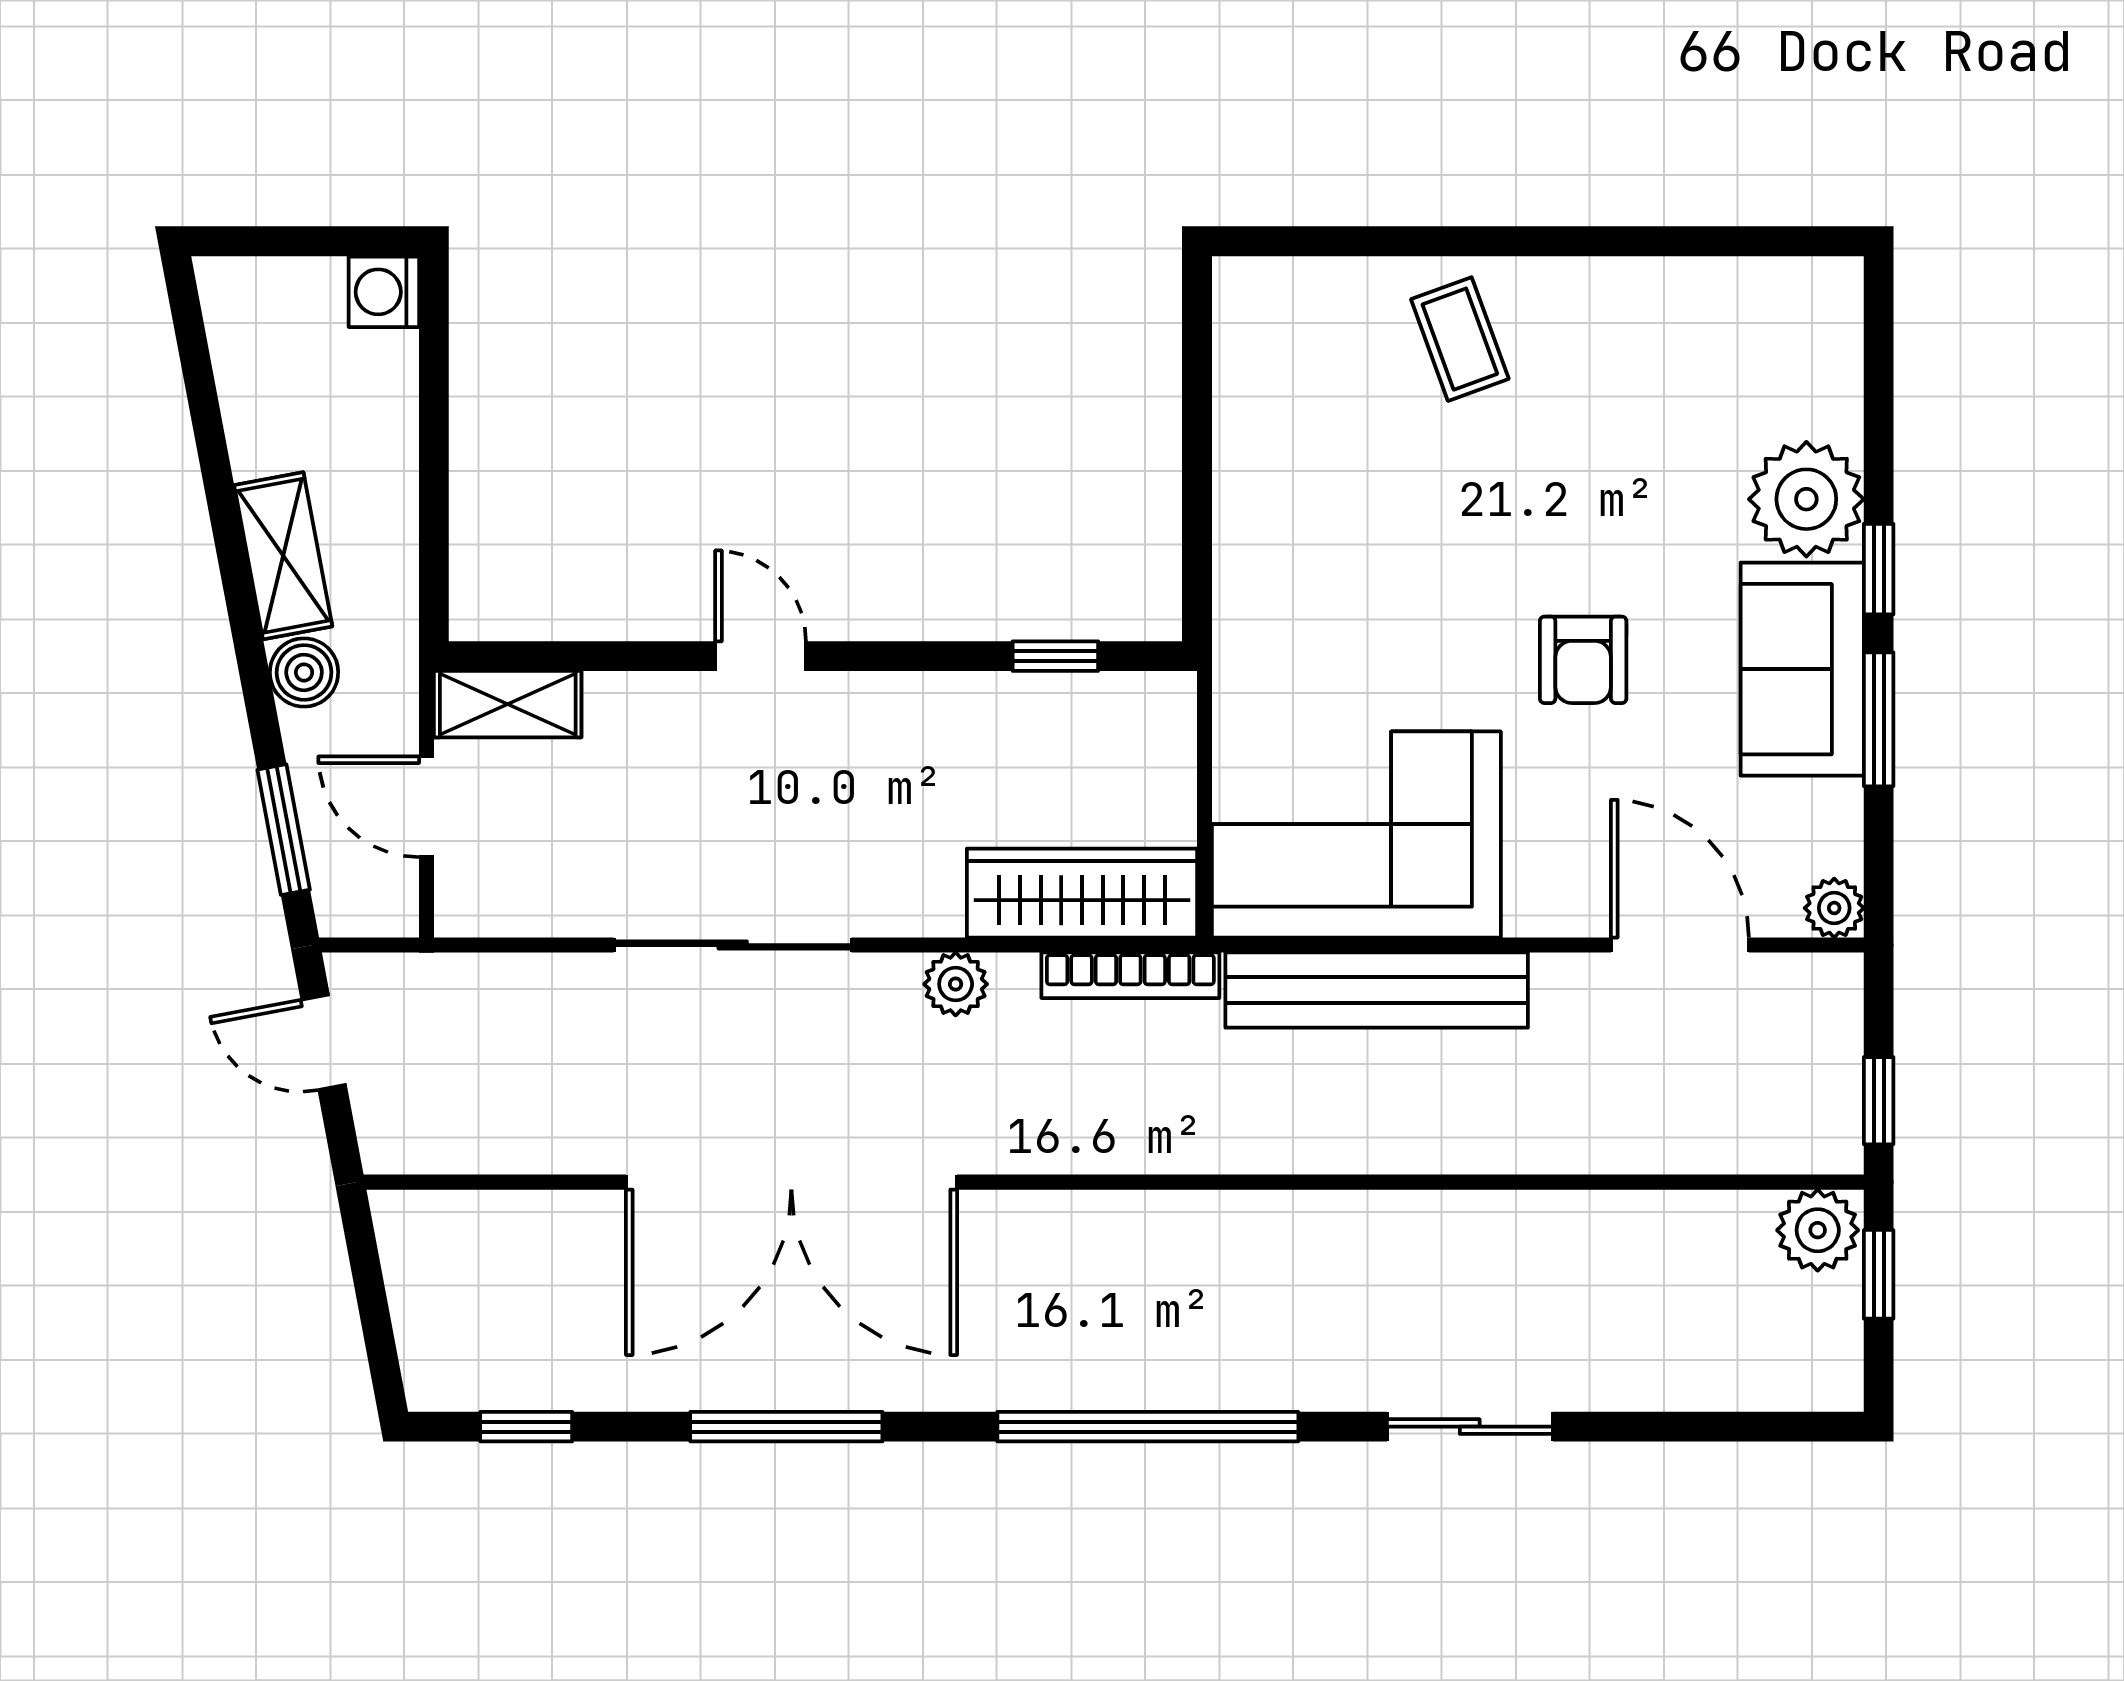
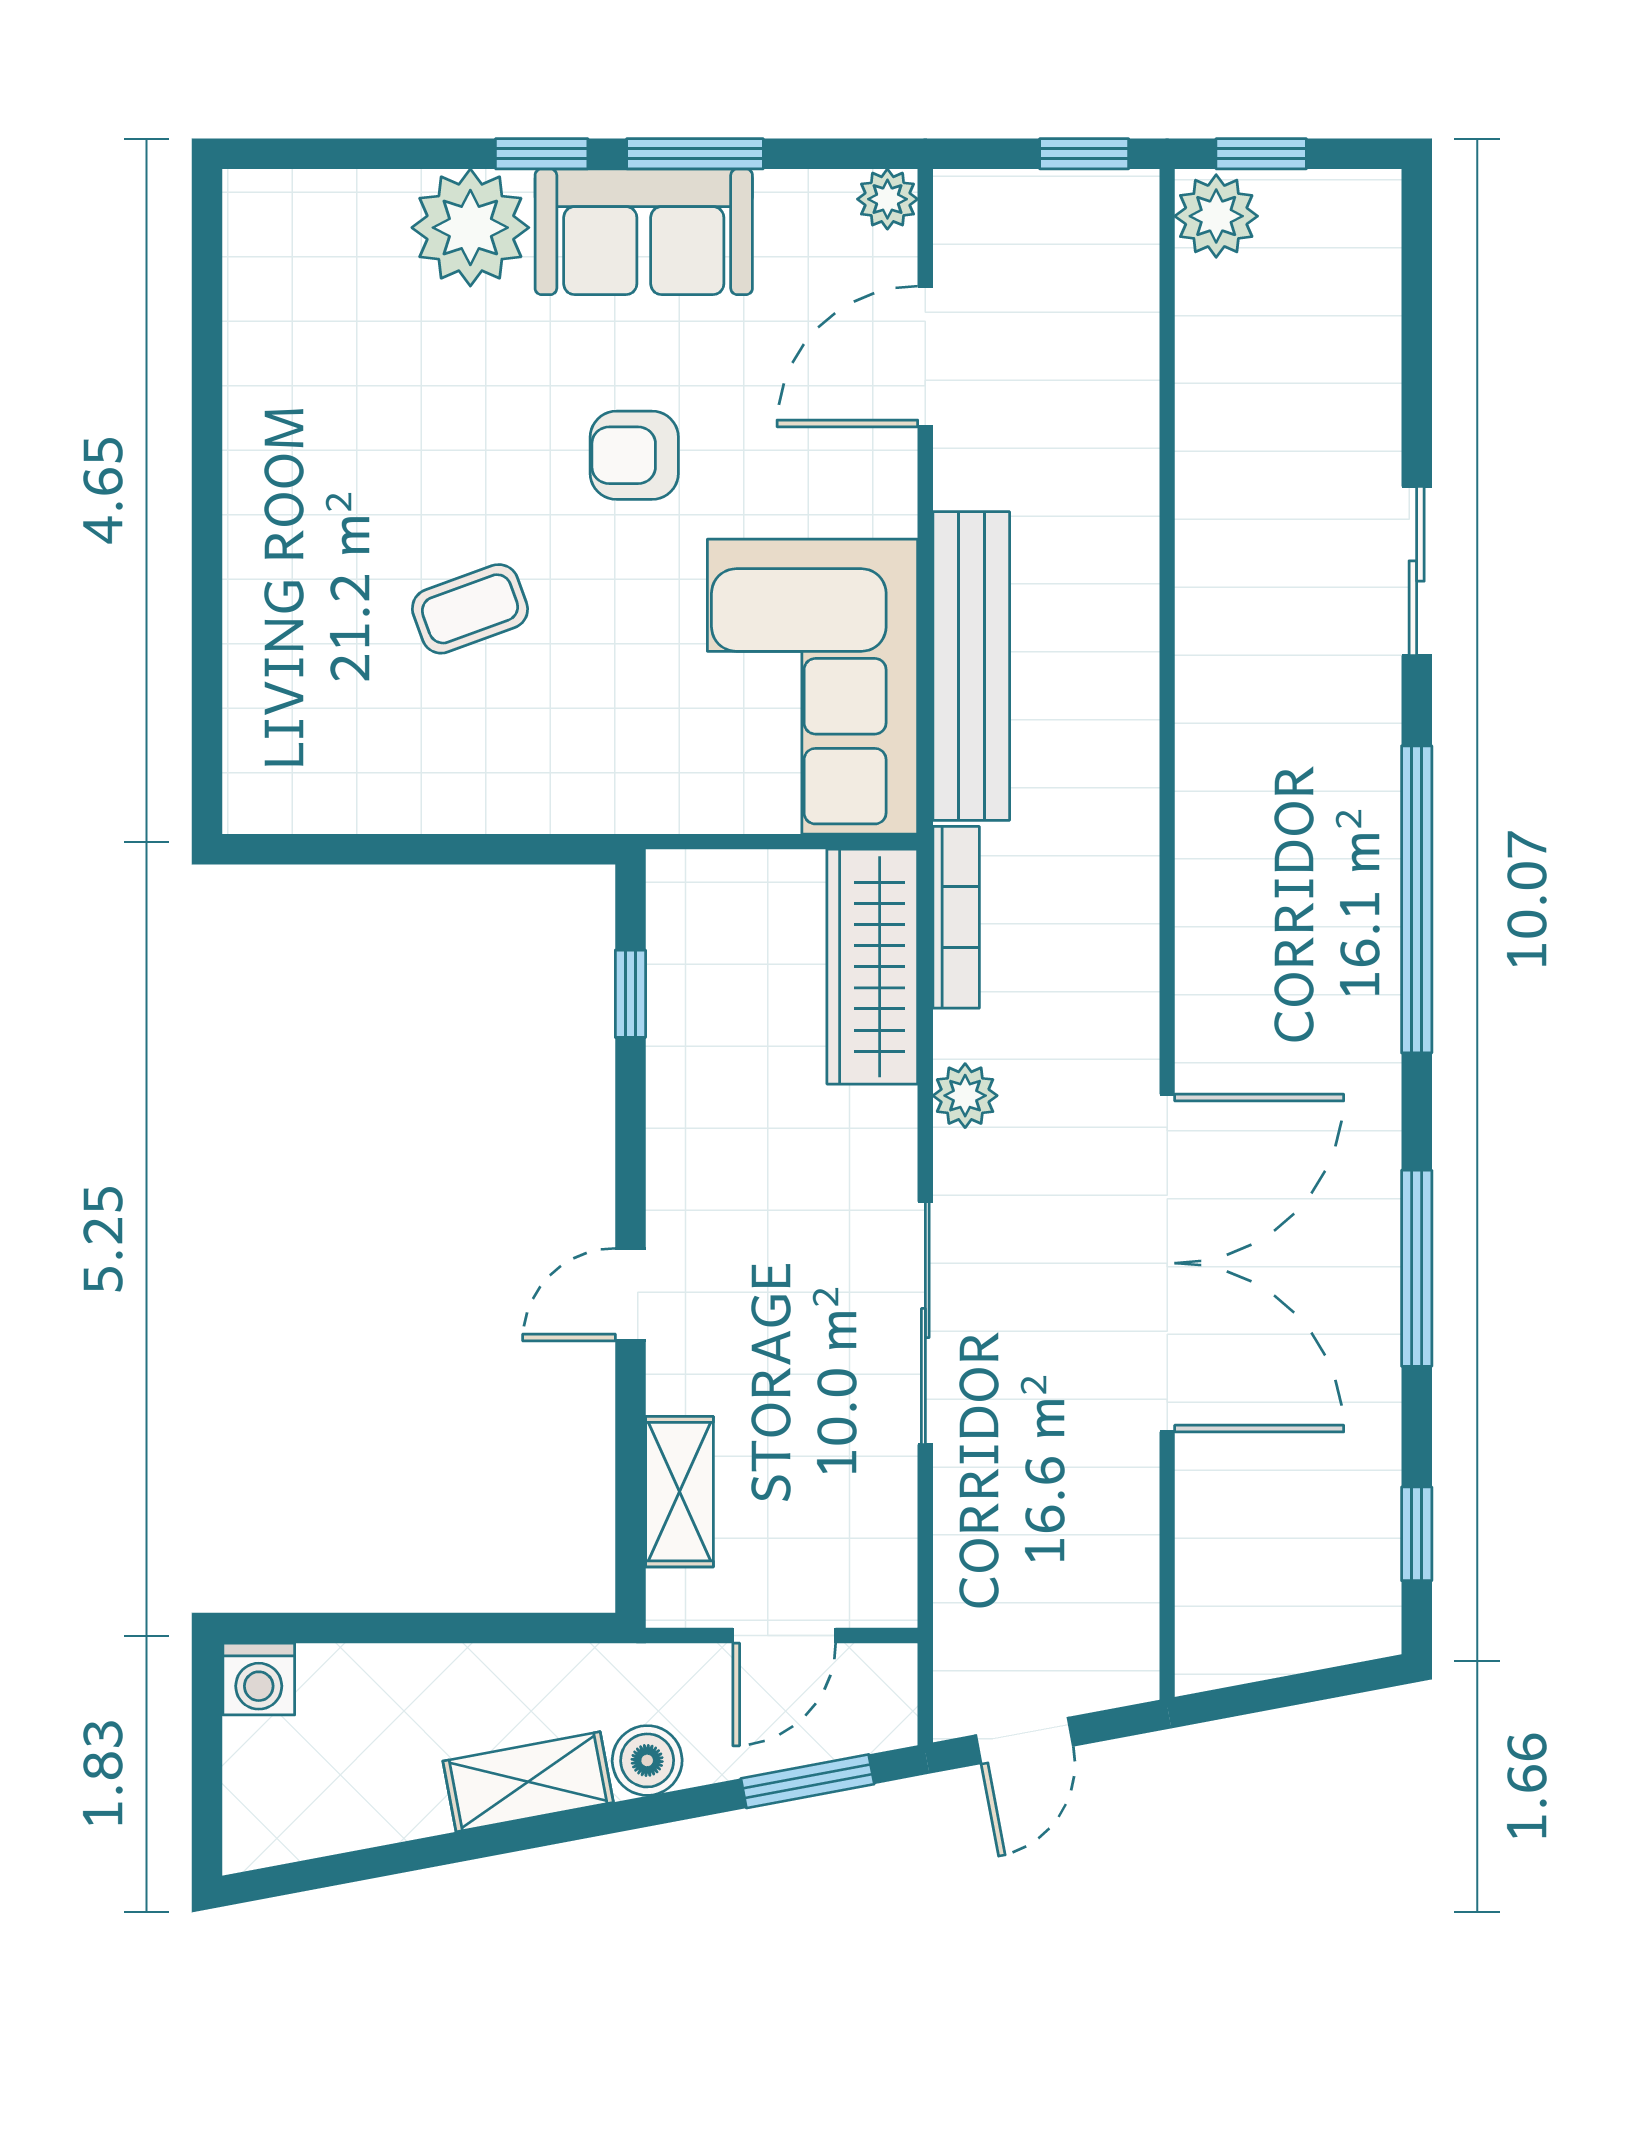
coffee table: (1460, 339) -> (470, 609), moved
armchair: (1583, 660) -> (634, 455), turned 180
shelving: (508, 704) -> (679, 1492), moved

